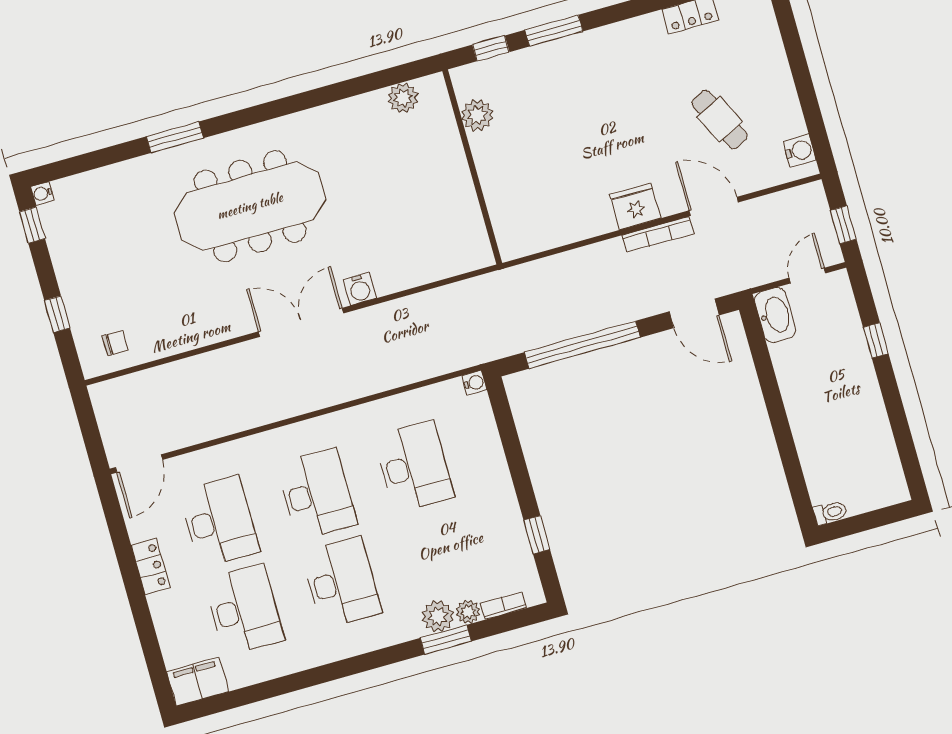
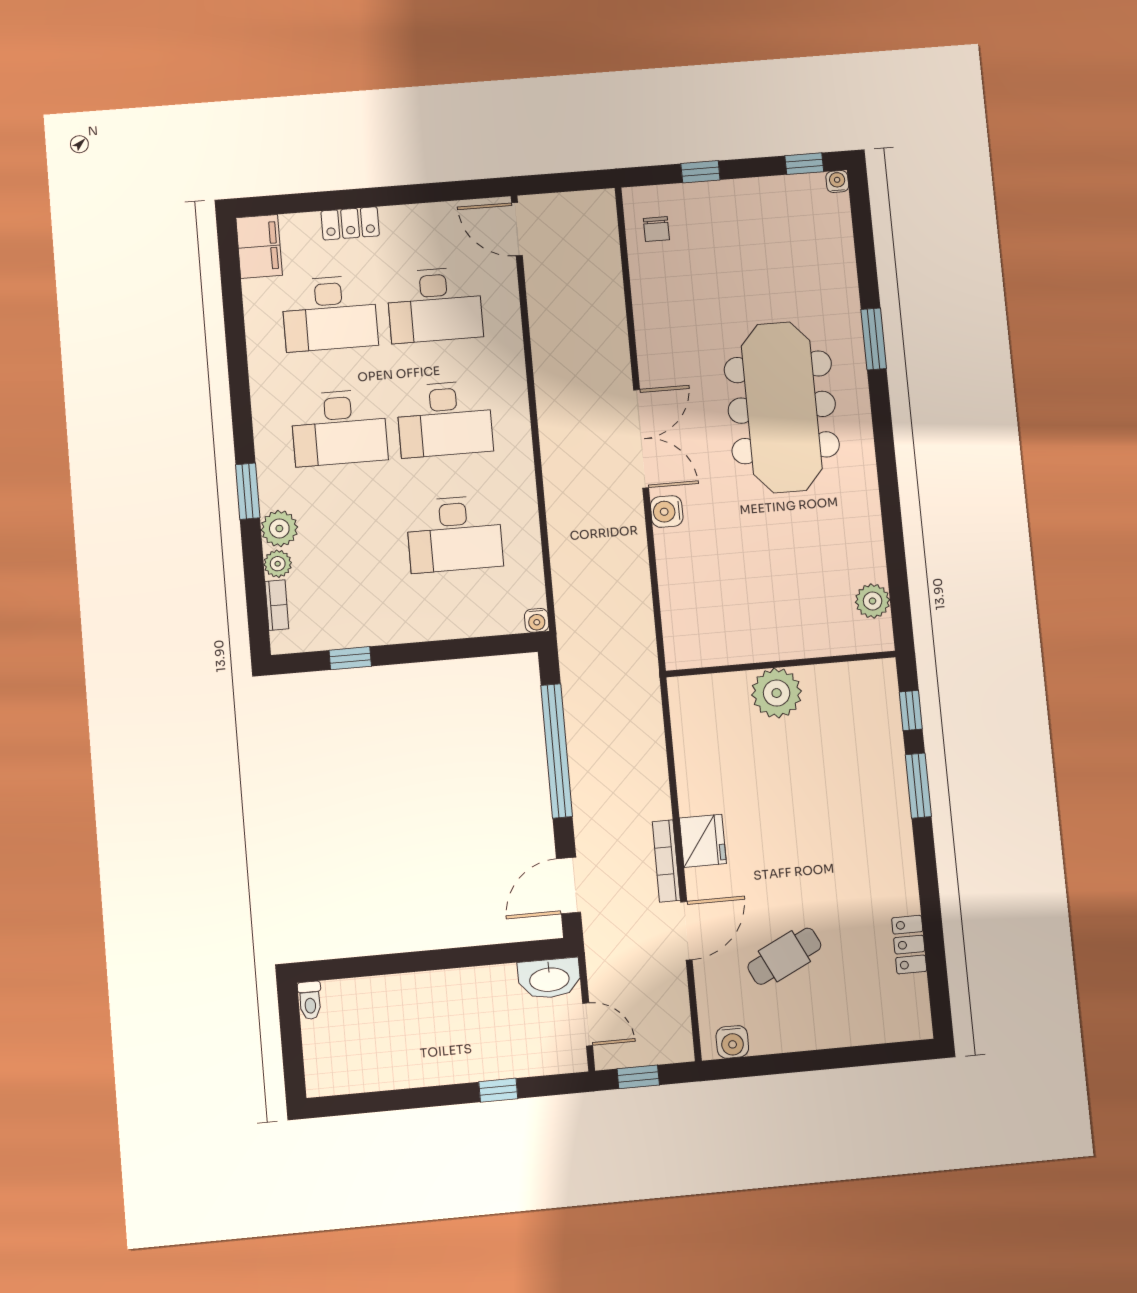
plant: (477, 115) -> (777, 693), moved, width x1.36, depth x1.36
locker: (151, 566) -> (350, 223), moved
window: (446, 640) -> (248, 491), moved

